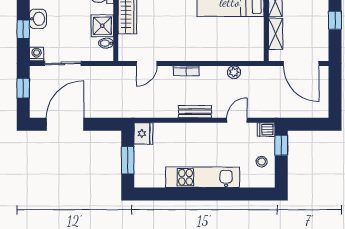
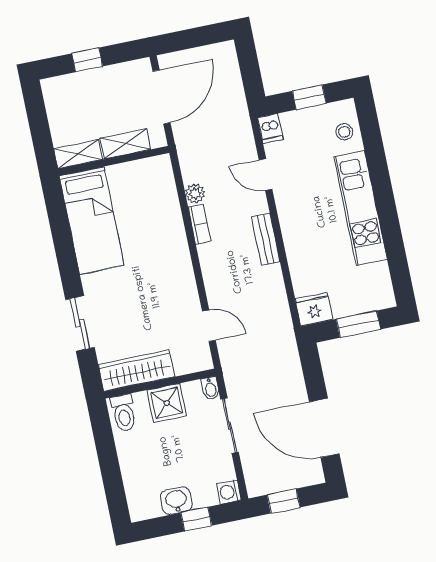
bidet: (106, 43) -> (210, 388), moved
sliding door: (63, 63) -> (230, 426), moved
bookcase: (186, 71) -> (199, 224), moved
window: (281, 145) -> (309, 97), moved
stool: (262, 162) -> (344, 132), moved

